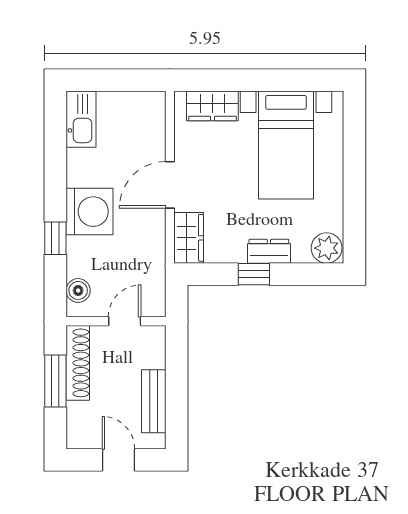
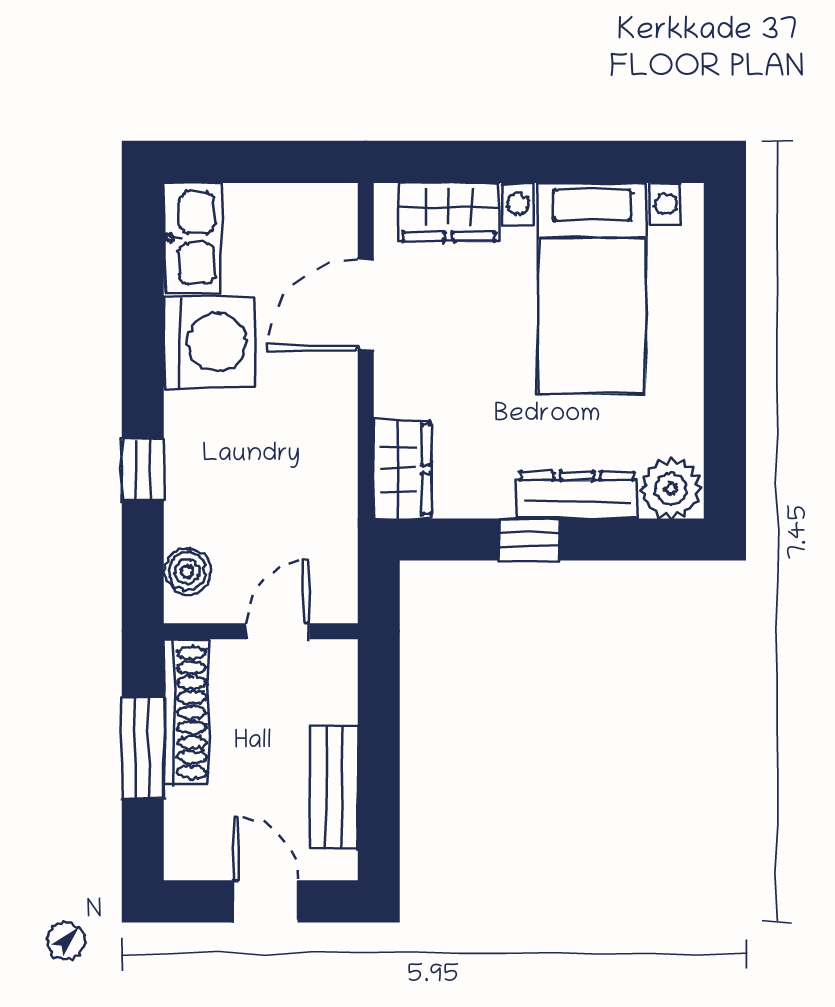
door: (170, 185) -> (366, 305), moved
washing machine: (89, 212) -> (209, 342), moved
dresser: (269, 251) -> (577, 495), width x1.44

